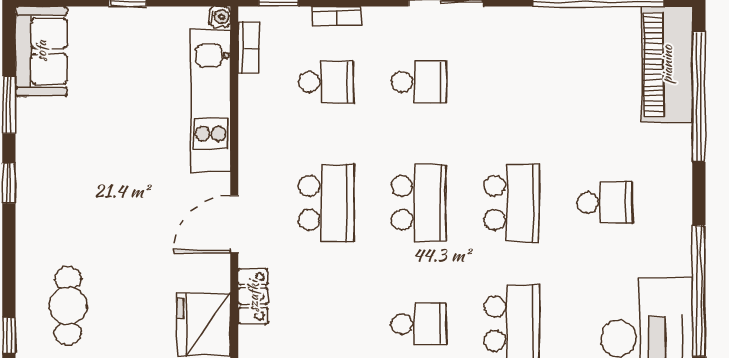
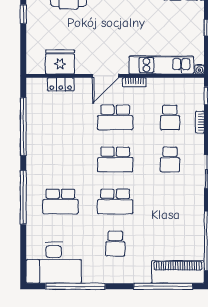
bookcase: (249, 48) -> (134, 82), moved
door: (234, 224) -> (106, 76), swing flipped
locker: (253, 296) -> (61, 84), moved
school desk: (419, 324) -> (60, 159), removed

